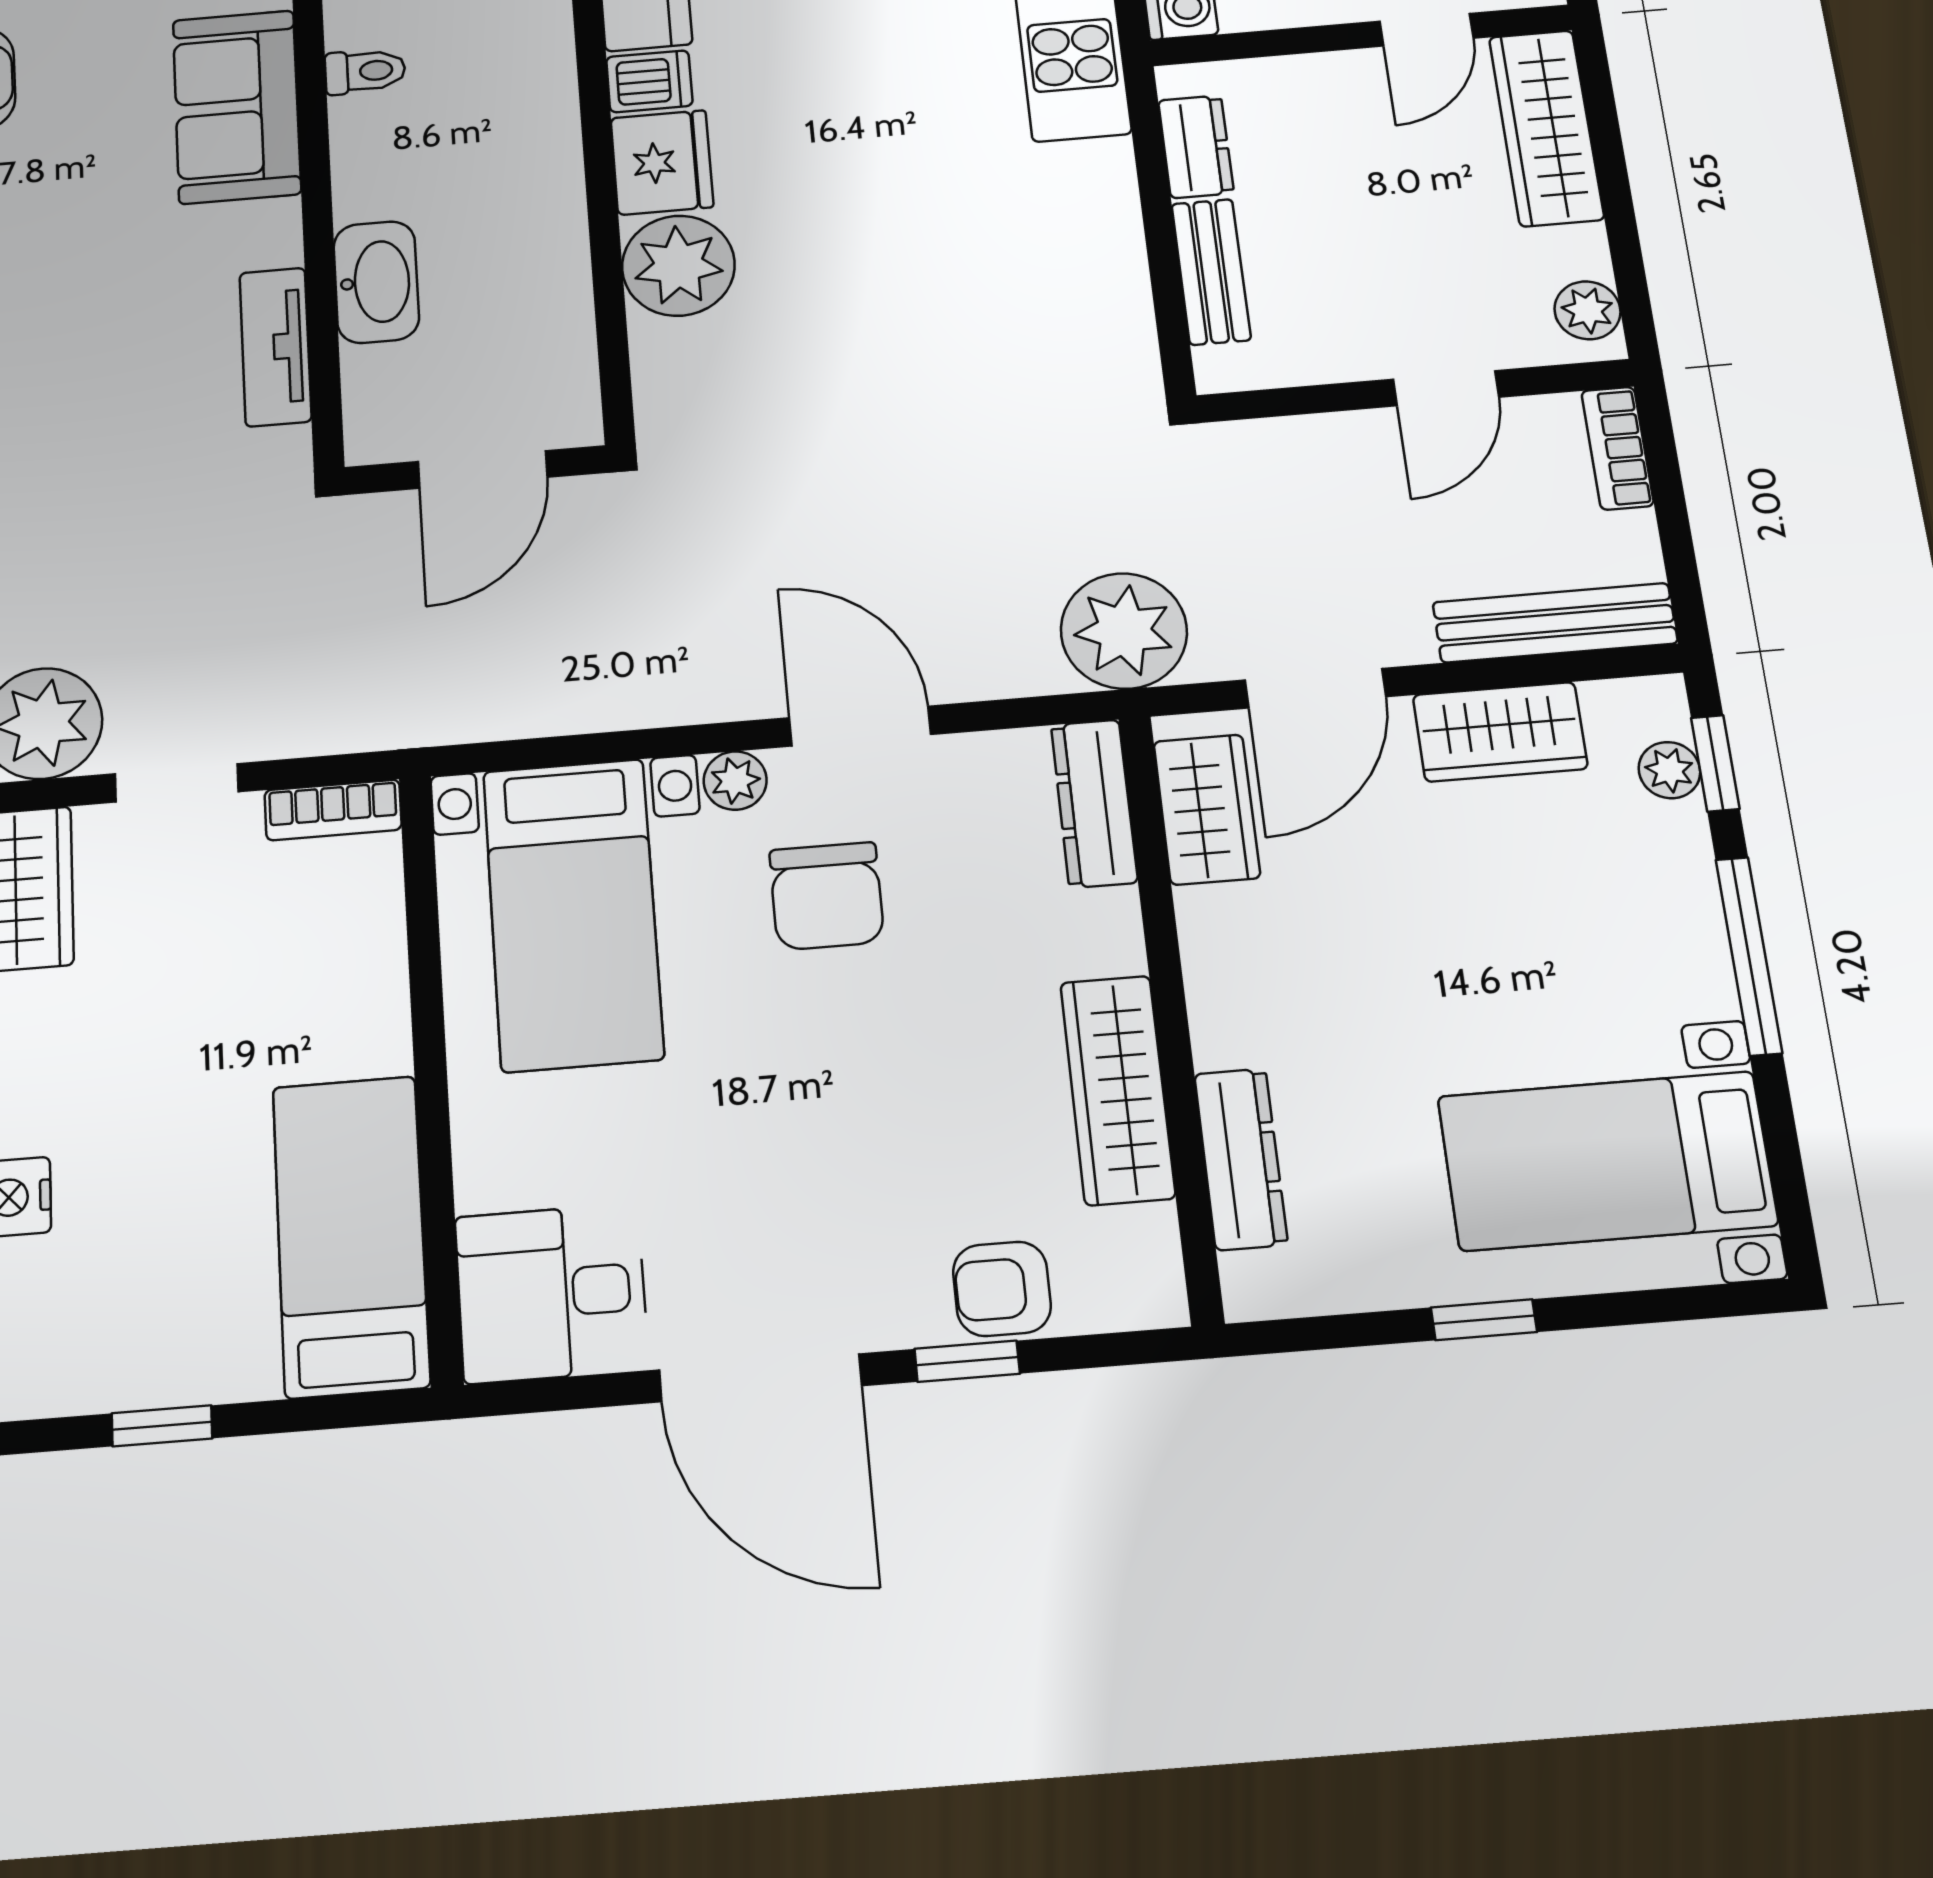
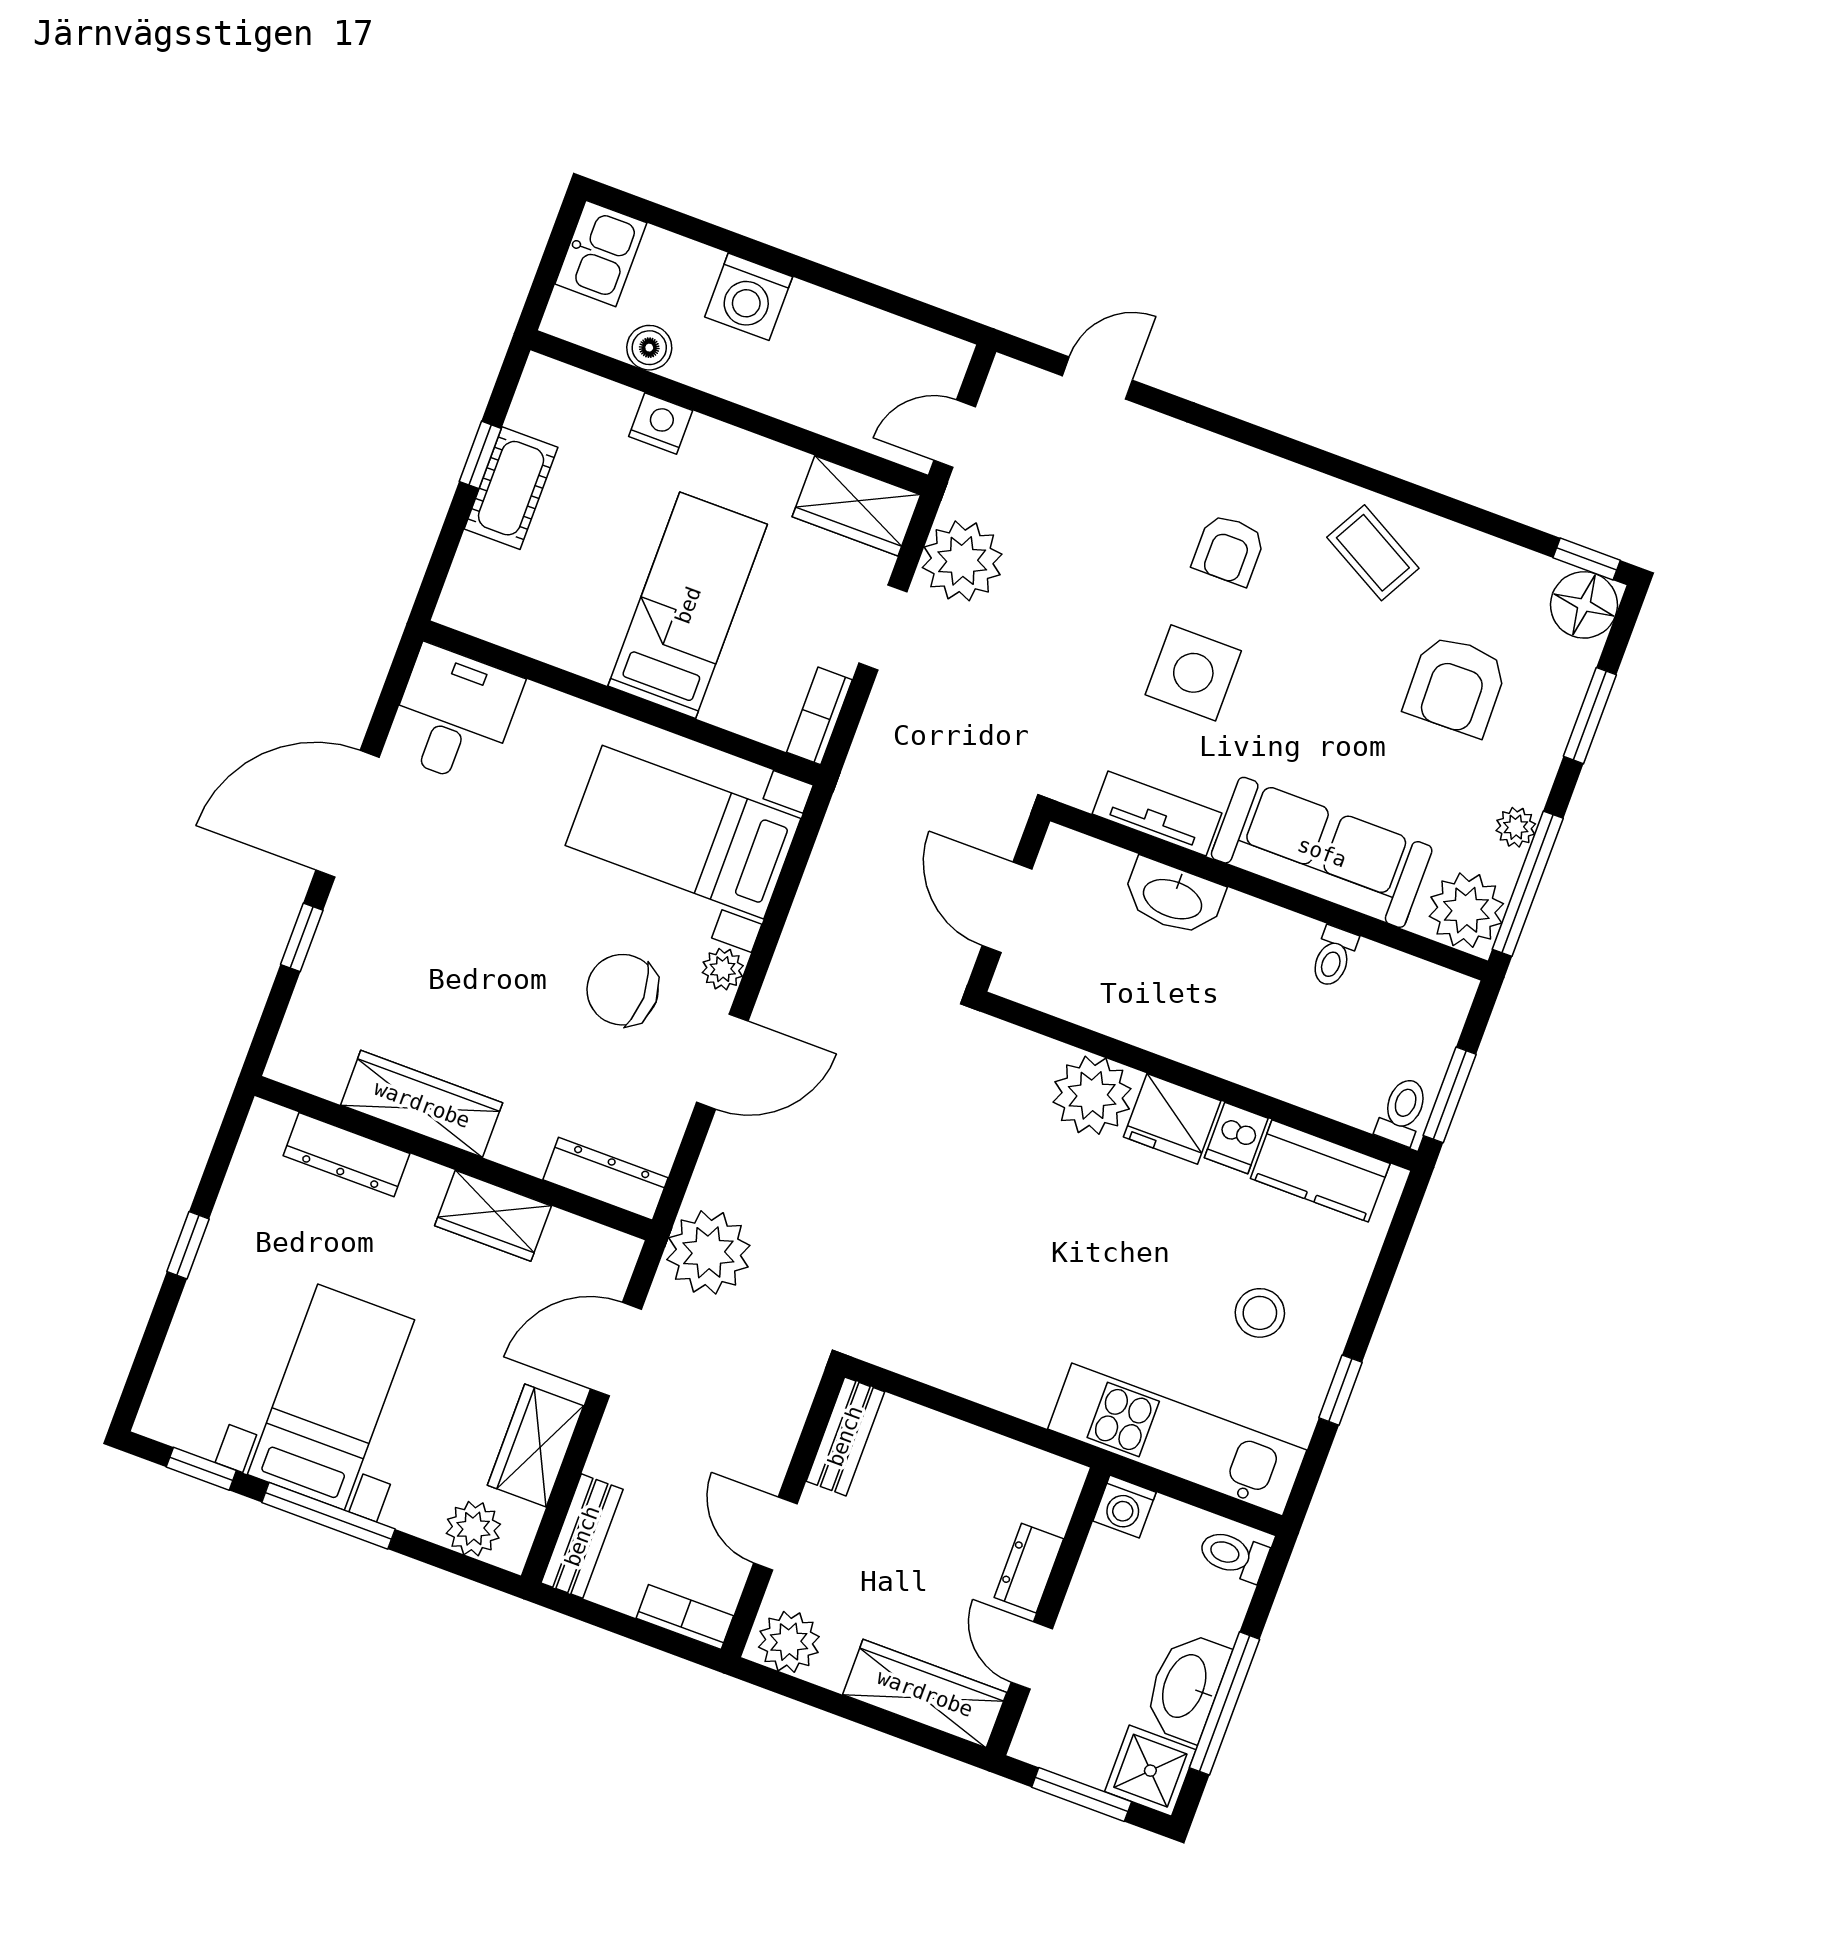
sofa: (237, 107) -> (1322, 852), width x1.36
dresser: (1196, 147) -> (1029, 1568), moved, turned 90
bench: (1211, 272) -> (845, 1436), moved, turned 90
plant: (1588, 310) -> (789, 1642), width x1.38, depth x1.38
side table: (72, 383) -> (1193, 673), added
bench: (1555, 623) -> (582, 1536), width x0.73
door: (1315, 688) -> (616, 1349), hinge flipped
window: (1715, 763) -> (201, 1469), moved
plant: (1669, 770) -> (473, 1529), width x1.38, depth x1.38
wardrobe: (1207, 809) -> (493, 1216), moved
bed with nightstands: (1607, 1161) -> (331, 1397), moved
bed: (351, 1236) -> (688, 605), moved, turned -90
armchair: (1002, 1289) -> (335, 978), removed
cot: (192, 1361) -> (511, 488), added

